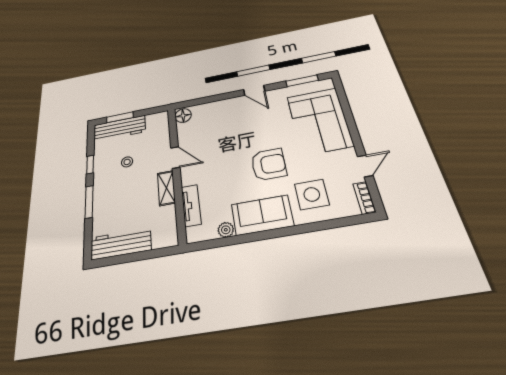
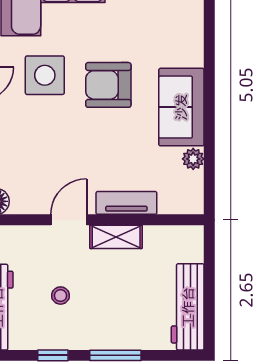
armchair: (269, 164) -> (108, 85), turned -90
side table: (312, 194) -> (45, 75), moved
tv unit: (191, 205) -> (126, 203), moved

